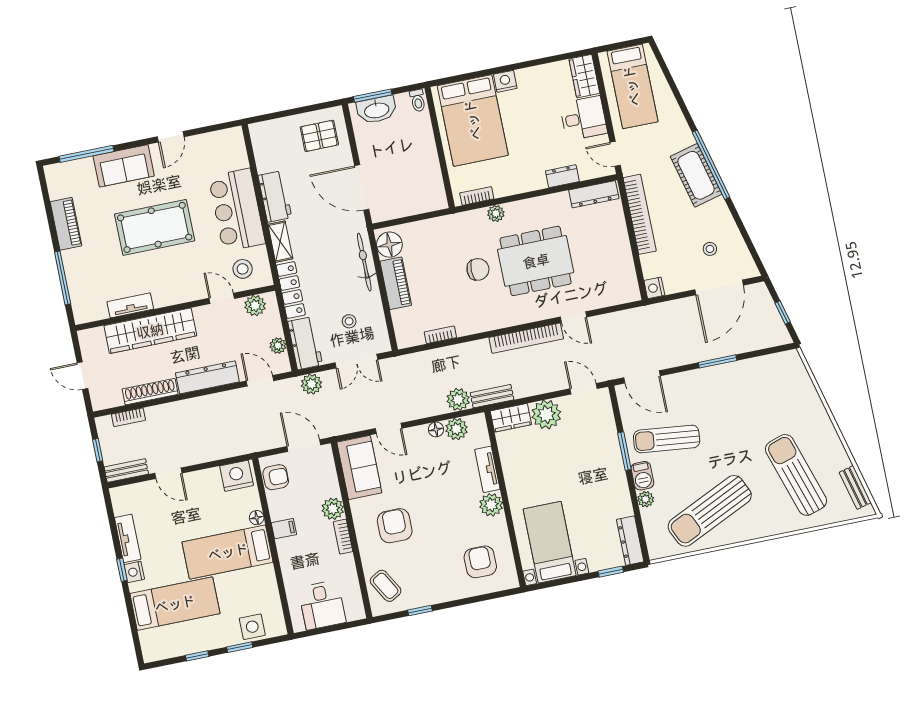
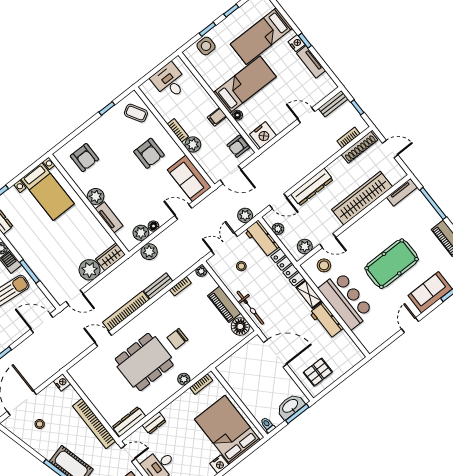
tv unit: (130, 305) -> (402, 192), moved
plant: (404, 341) -> (201, 271), added
shoe rack: (150, 392) -> (359, 147), moved
bench: (492, 396) -> (158, 286), moved

